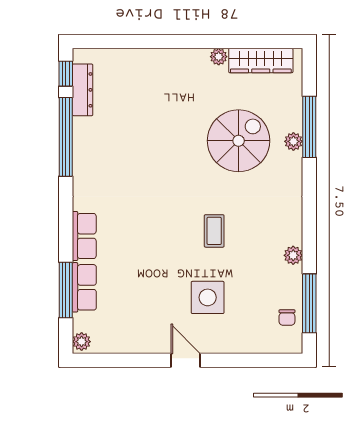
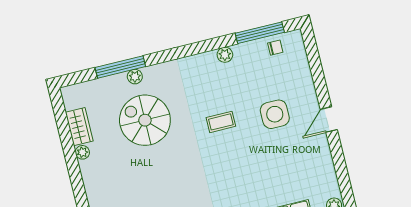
wardrobe: (261, 61) -> (79, 127), width x0.67

